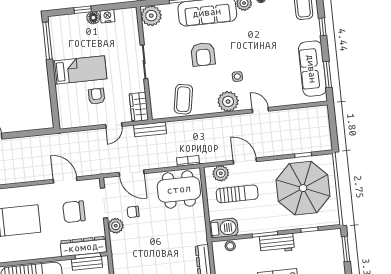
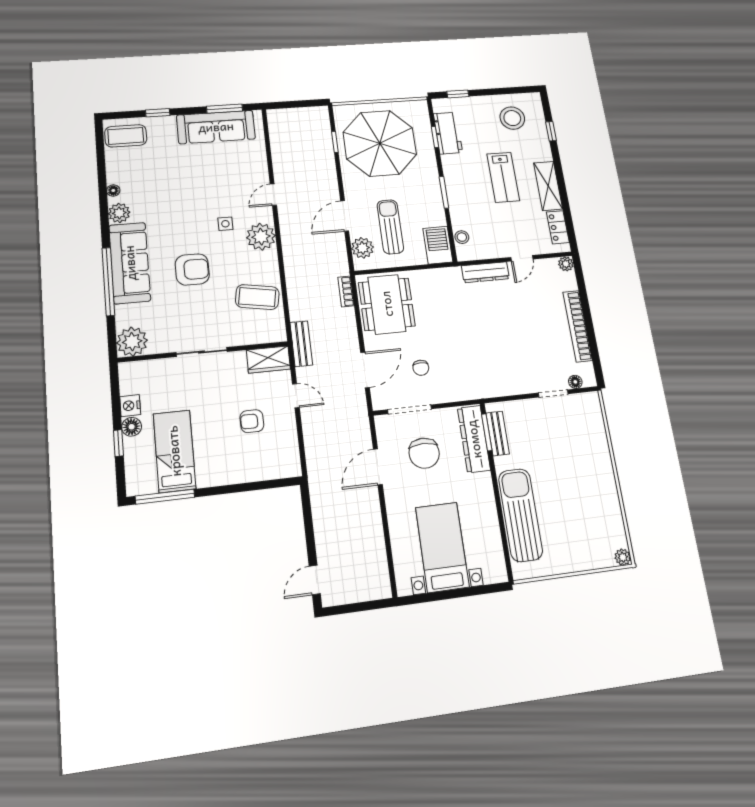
bed: (80, 70) -> (174, 451), moved
plant: (116, 226) -> (442, 392), removed
workbench: (277, 243) -> (448, 133), moved
window: (346, 249) -> (458, 94), width x0.67

